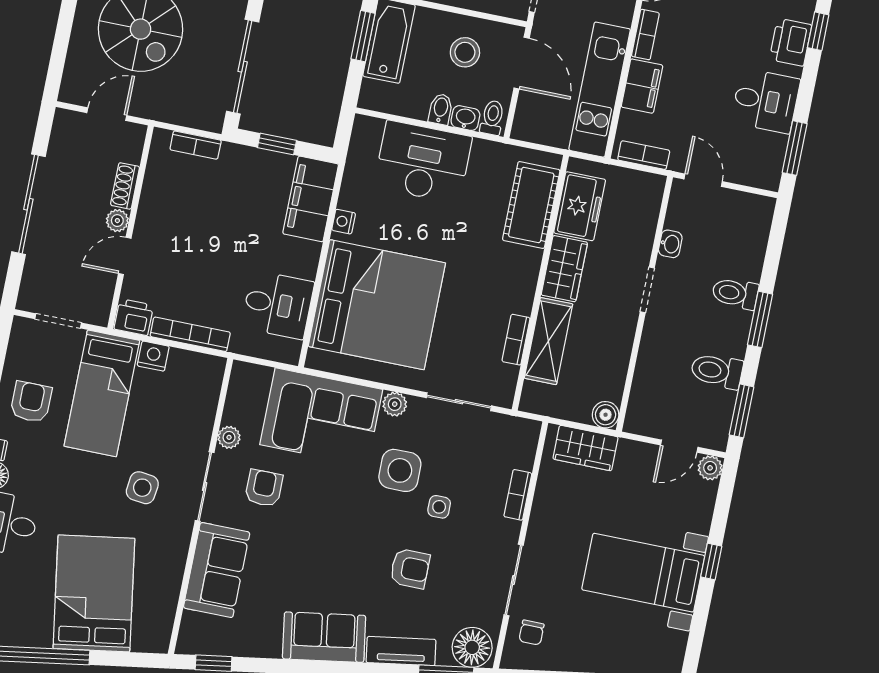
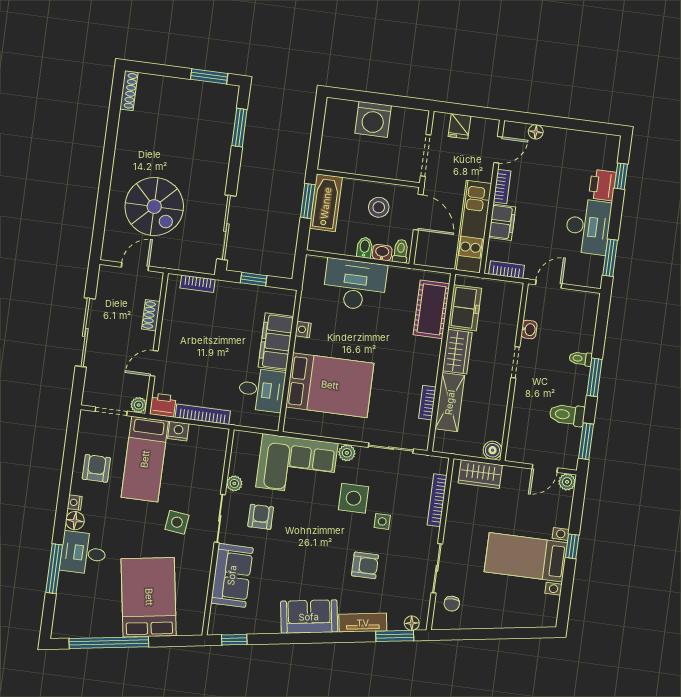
desk: (766, 101) -> (588, 227), width x1.37
door: (703, 180) -> (549, 284), hinge flipped
filing cabinet: (311, 199) -> (276, 342), moved
plant: (117, 221) -> (139, 405), moved
toilet: (735, 293) -> (581, 359), width x0.73, depth x0.72
bed: (377, 305) -> (330, 385), width x0.73
bookcase: (518, 495) -> (437, 500), width x1.56
floor lamp: (472, 647) -> (412, 623), width x0.53, depth x0.53

